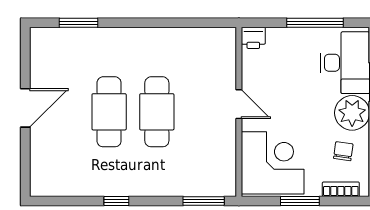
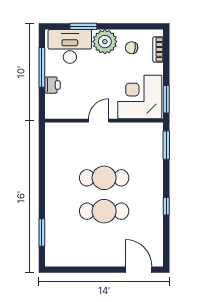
printer: (253, 38) -> (52, 85), moved
door: (25, 108) -> (139, 270), moved
window: (300, 201) -> (166, 99), moved

